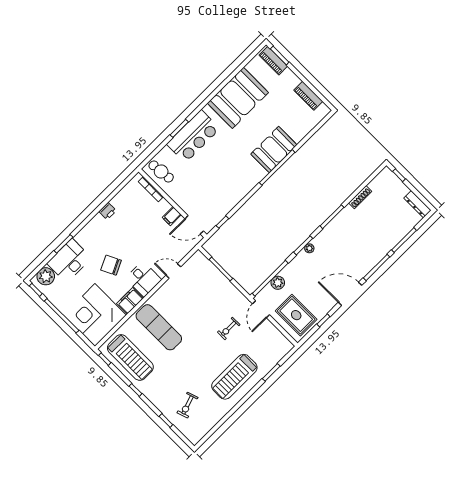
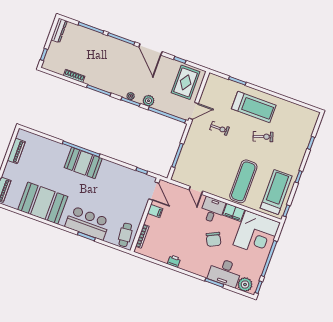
booth: (274, 149) -> (83, 163), moved
plant: (278, 283) -> (149, 101), moved
exercise bike: (188, 405) -> (263, 137), moved

